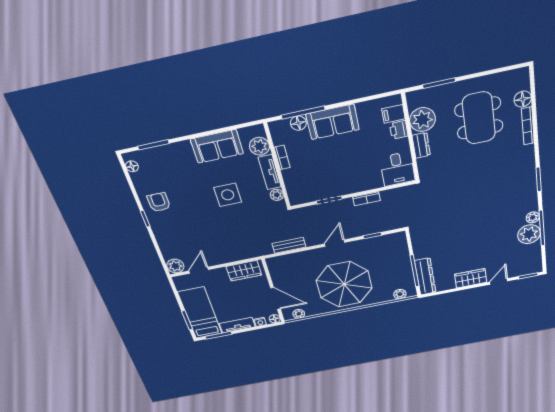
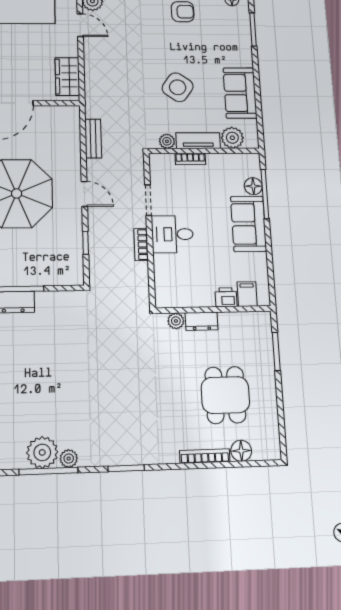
dining table: (479, 118) -> (225, 395), width x0.73
plant: (422, 120) -> (176, 321), moved, width x0.53, depth x0.53
bookcase: (282, 157) -> (190, 159), moved
desk: (397, 169) -> (172, 234), moved
side table: (228, 195) -> (178, 87), turned 35

